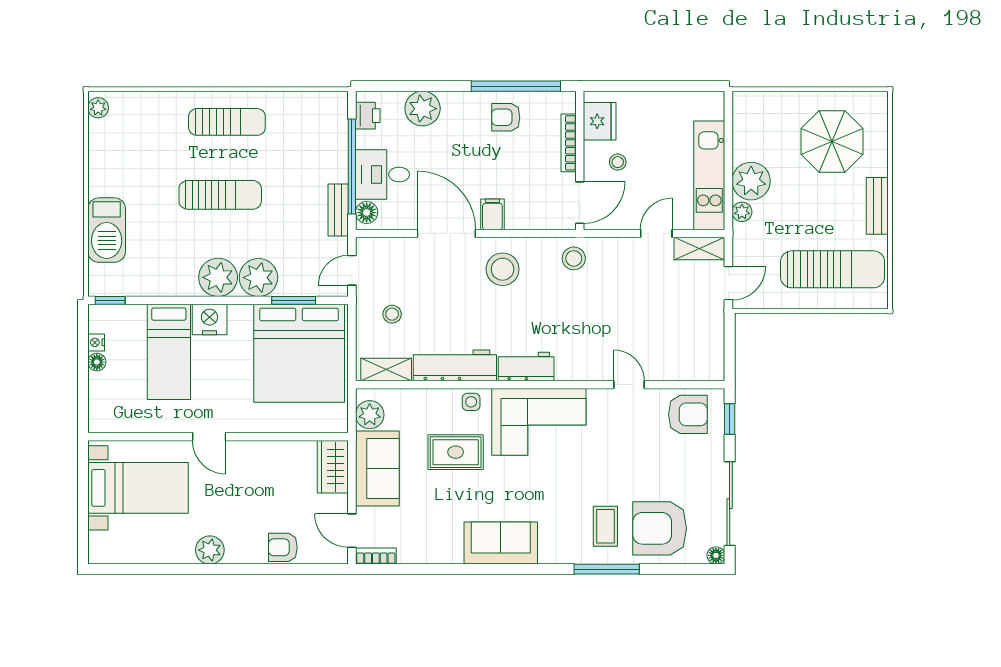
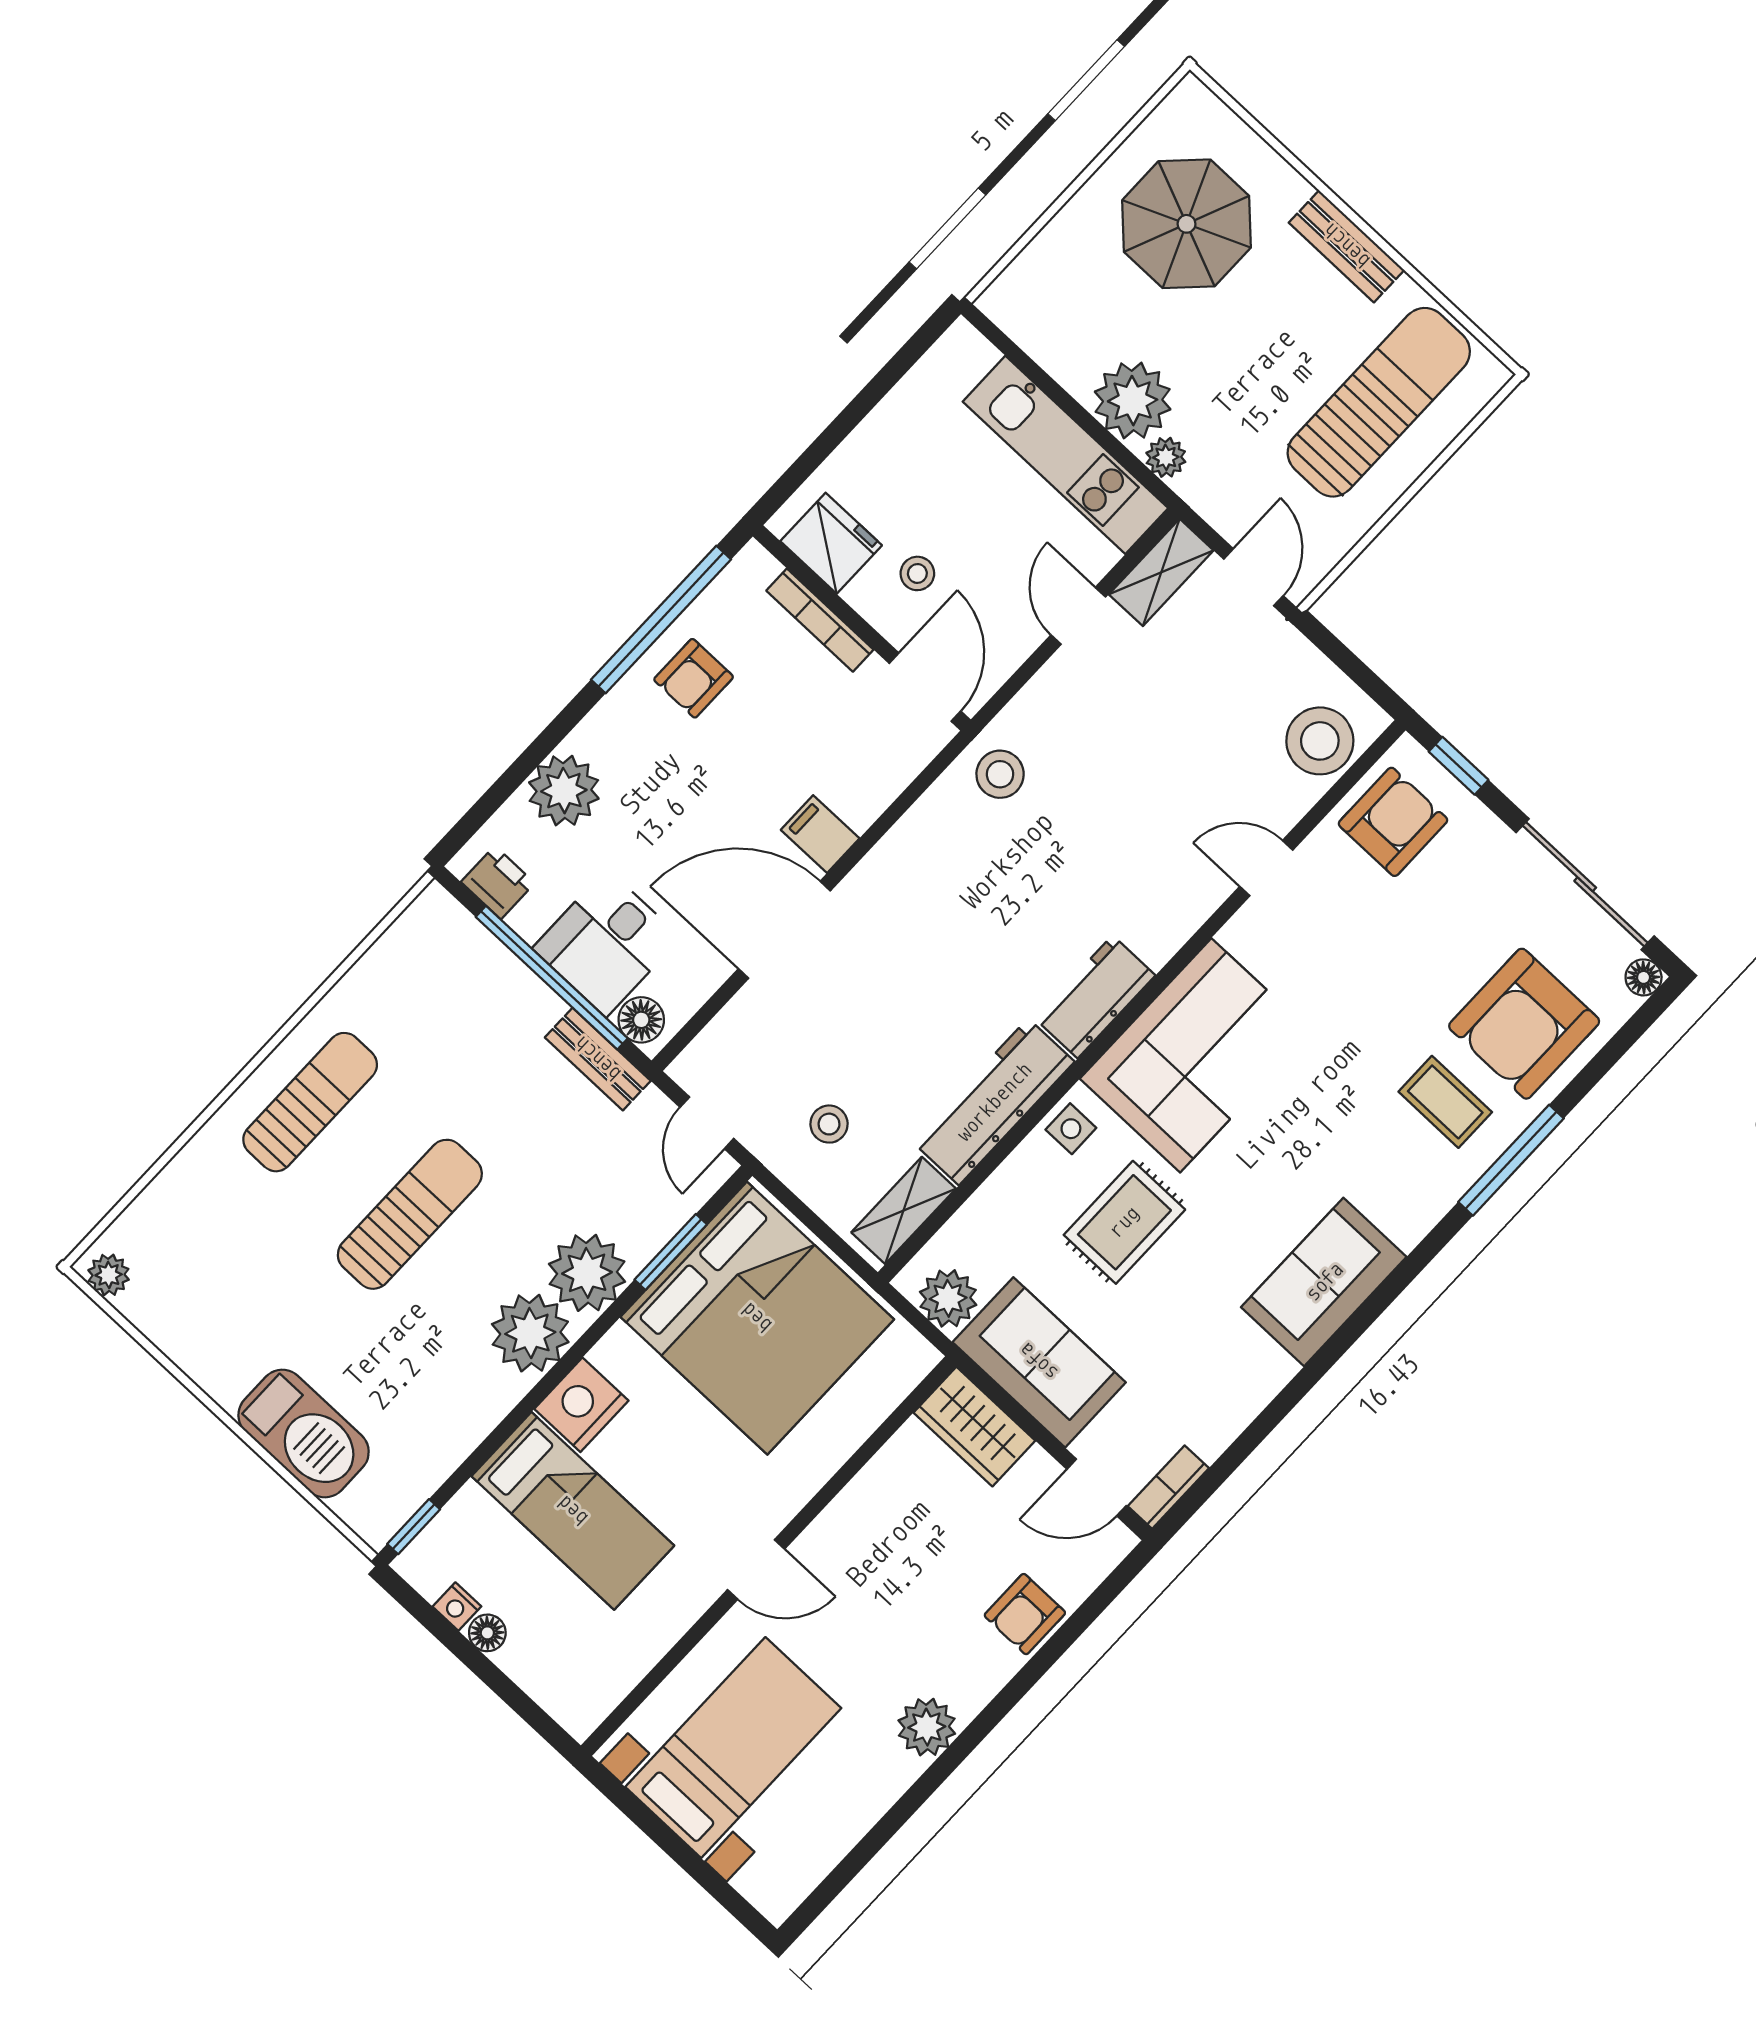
stool: (503, 269) -> (1320, 741), moved

